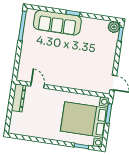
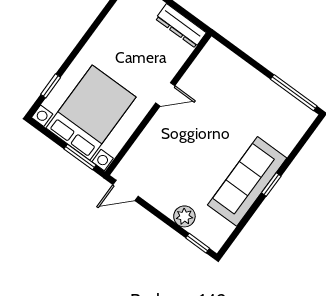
sofa: (57, 23) -> (247, 181), moved
plant: (114, 27) -> (184, 216), moved
door: (37, 85) -> (165, 94), moved

